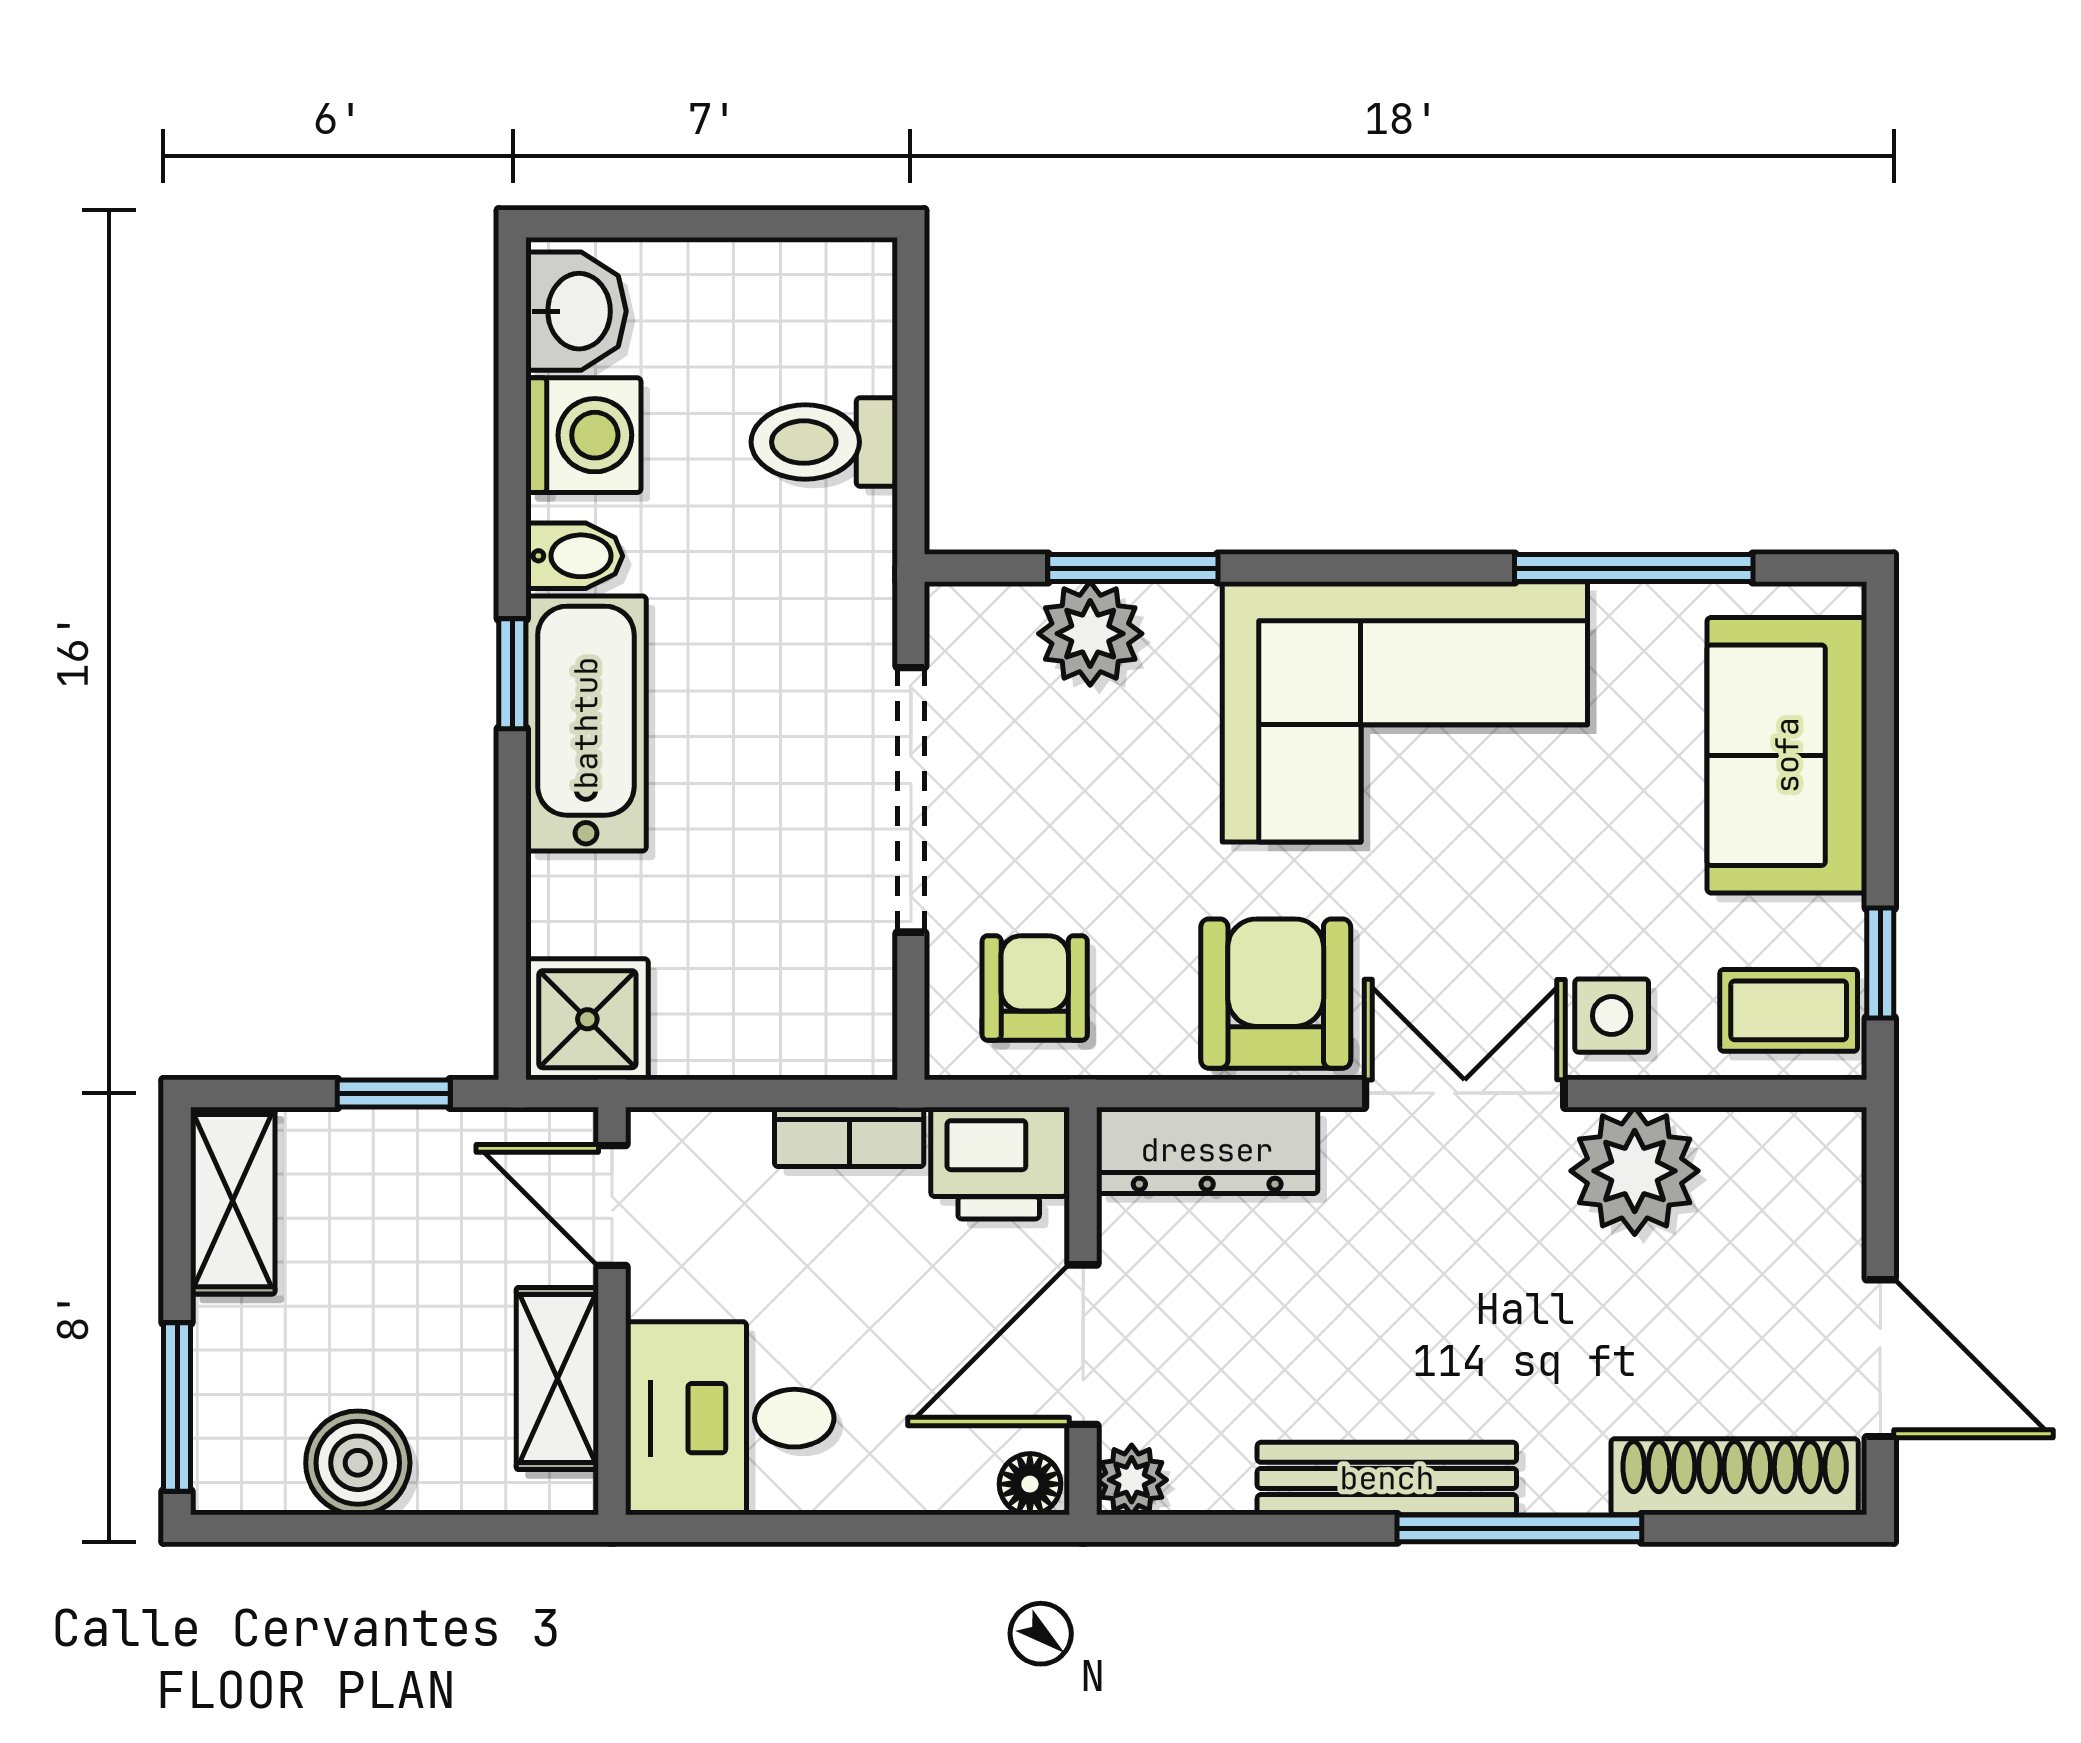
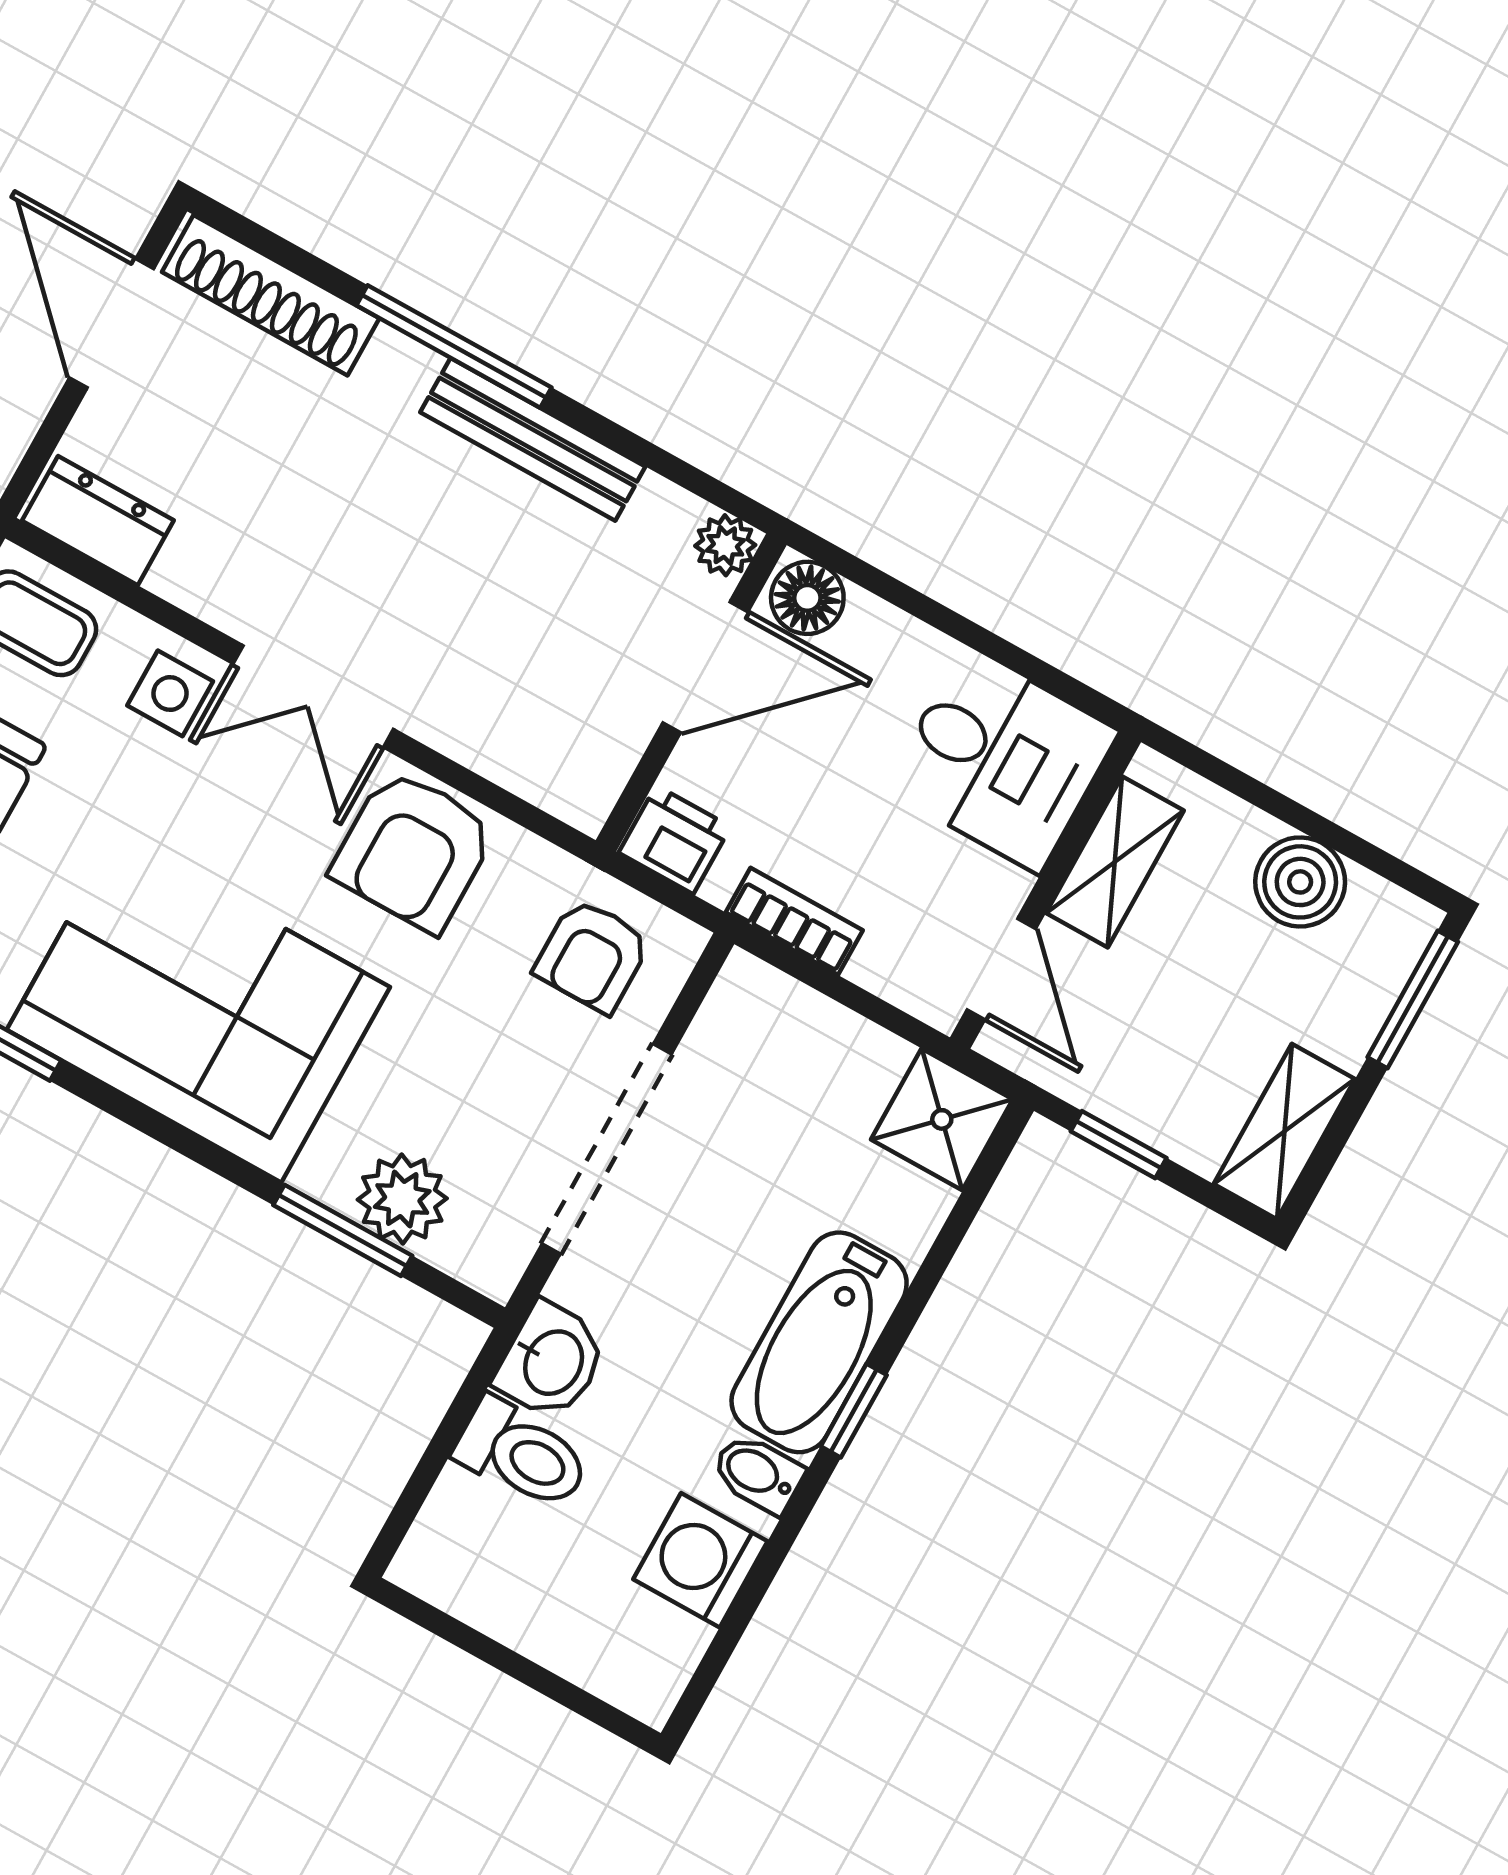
washbasin: (576, 311) -> (551, 1361), moved, turned 180
dresser: (1207, 1150) -> (98, 521), moved, width x0.70
printer: (999, 1163) -> (675, 840), width x0.73, depth x0.81
plant: (1635, 1171) -> (218, 567), removed
floor lamp: (1030, 1484) -> (807, 598), width x1.37, depth x1.37

